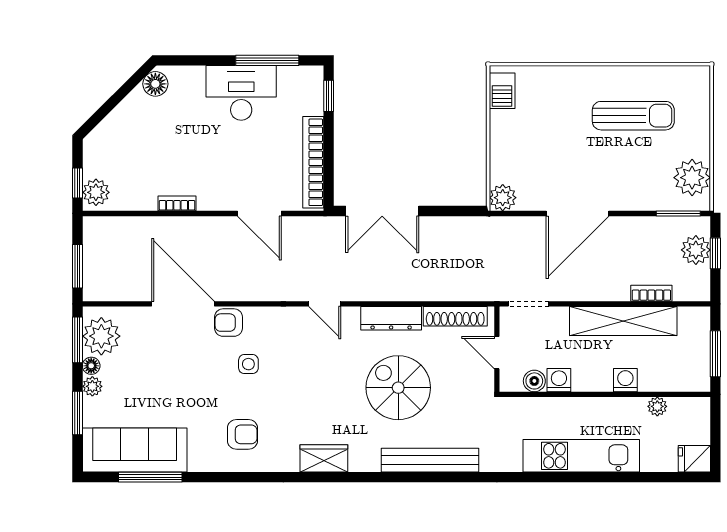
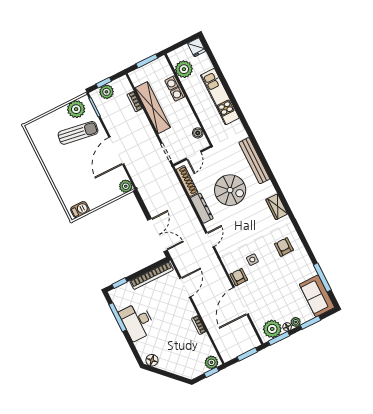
sun lounger: (633, 116) -> (78, 133), moved, turned 99
door: (577, 213) -> (116, 151), swing flipped
armchair: (229, 323) -> (239, 277), turned 180
washing machine: (559, 380) -> (172, 83), moved
spiral stairs: (398, 388) -> (230, 190), turned -90
plant: (657, 406) -> (184, 69), width x1.87, depth x1.87
sofa: (135, 450) -> (317, 296), width x0.73

